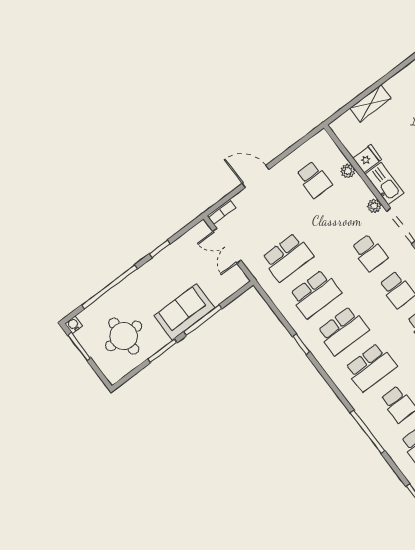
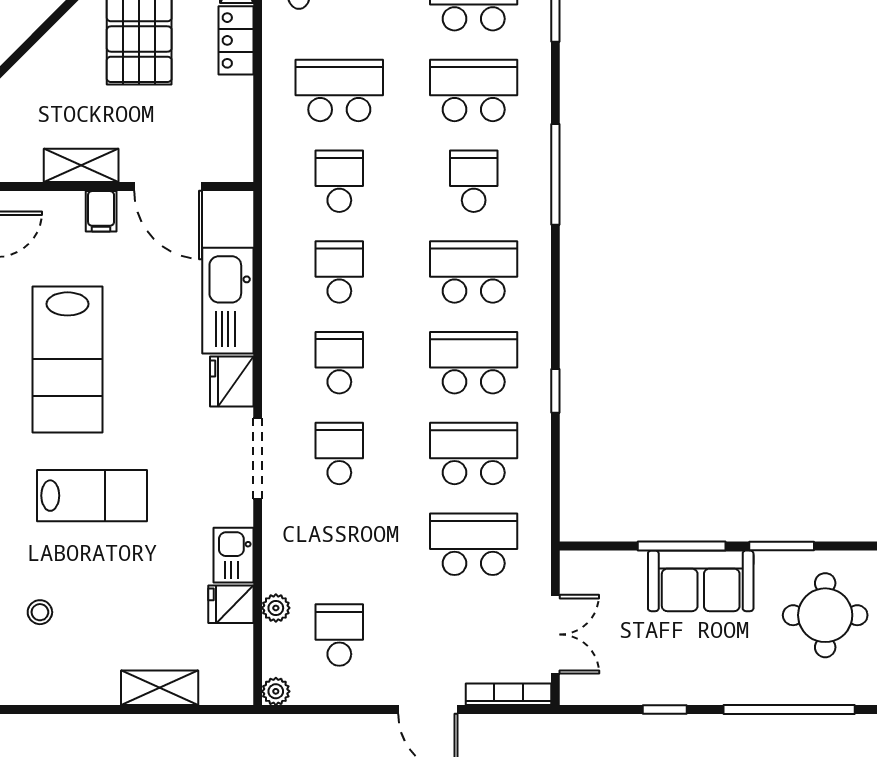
kitchen sink: (384, 184) -> (233, 555), width x0.73
plant: (374, 206) -> (276, 691), moved
bookcase: (221, 212) -> (508, 694), width x1.56

